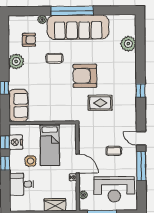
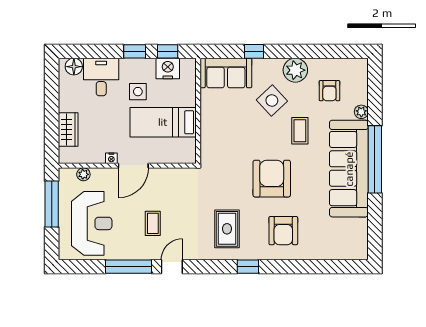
plant: (128, 44) -> (322, 248), removed
armchair: (118, 68) -> (283, 231), added
side table: (35, 76) -> (272, 100), added
rug: (100, 103) -> (227, 229), moved
reception desk: (114, 189) -> (92, 223), turned 180
floor lamp: (15, 202) -> (74, 67), added

